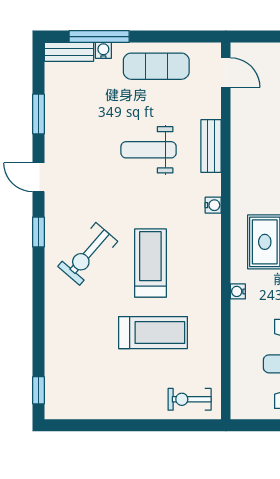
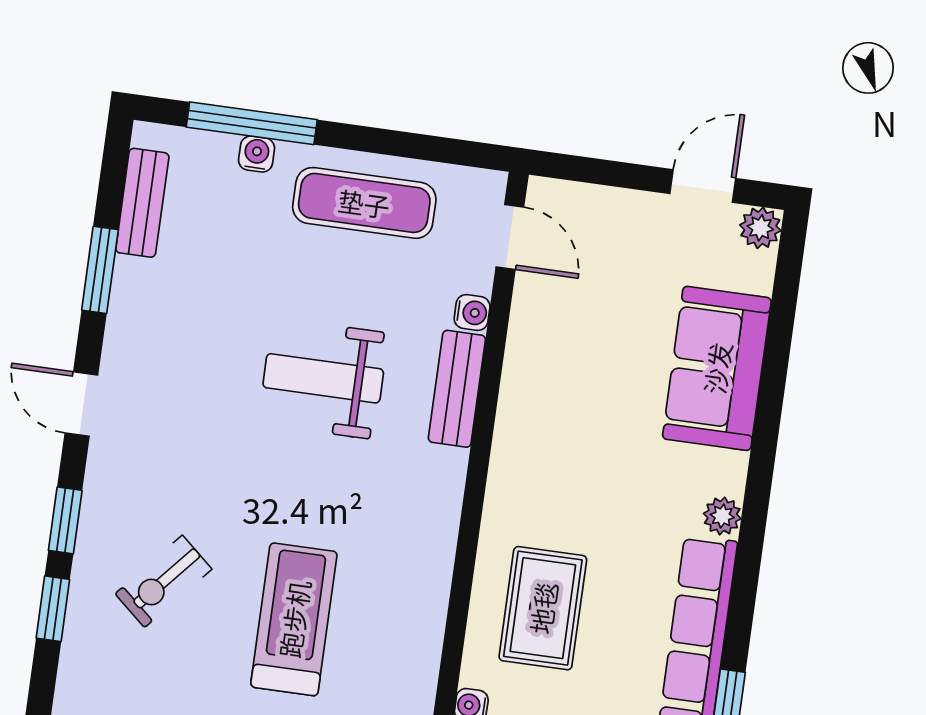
bench: (69, 52) -> (142, 203), moved, turned 90
water cooler: (213, 205) -> (472, 313), moved
exercise bike: (88, 254) -> (163, 581), width x0.73, depth x0.72
window: (38, 274) -> (53, 609), added

